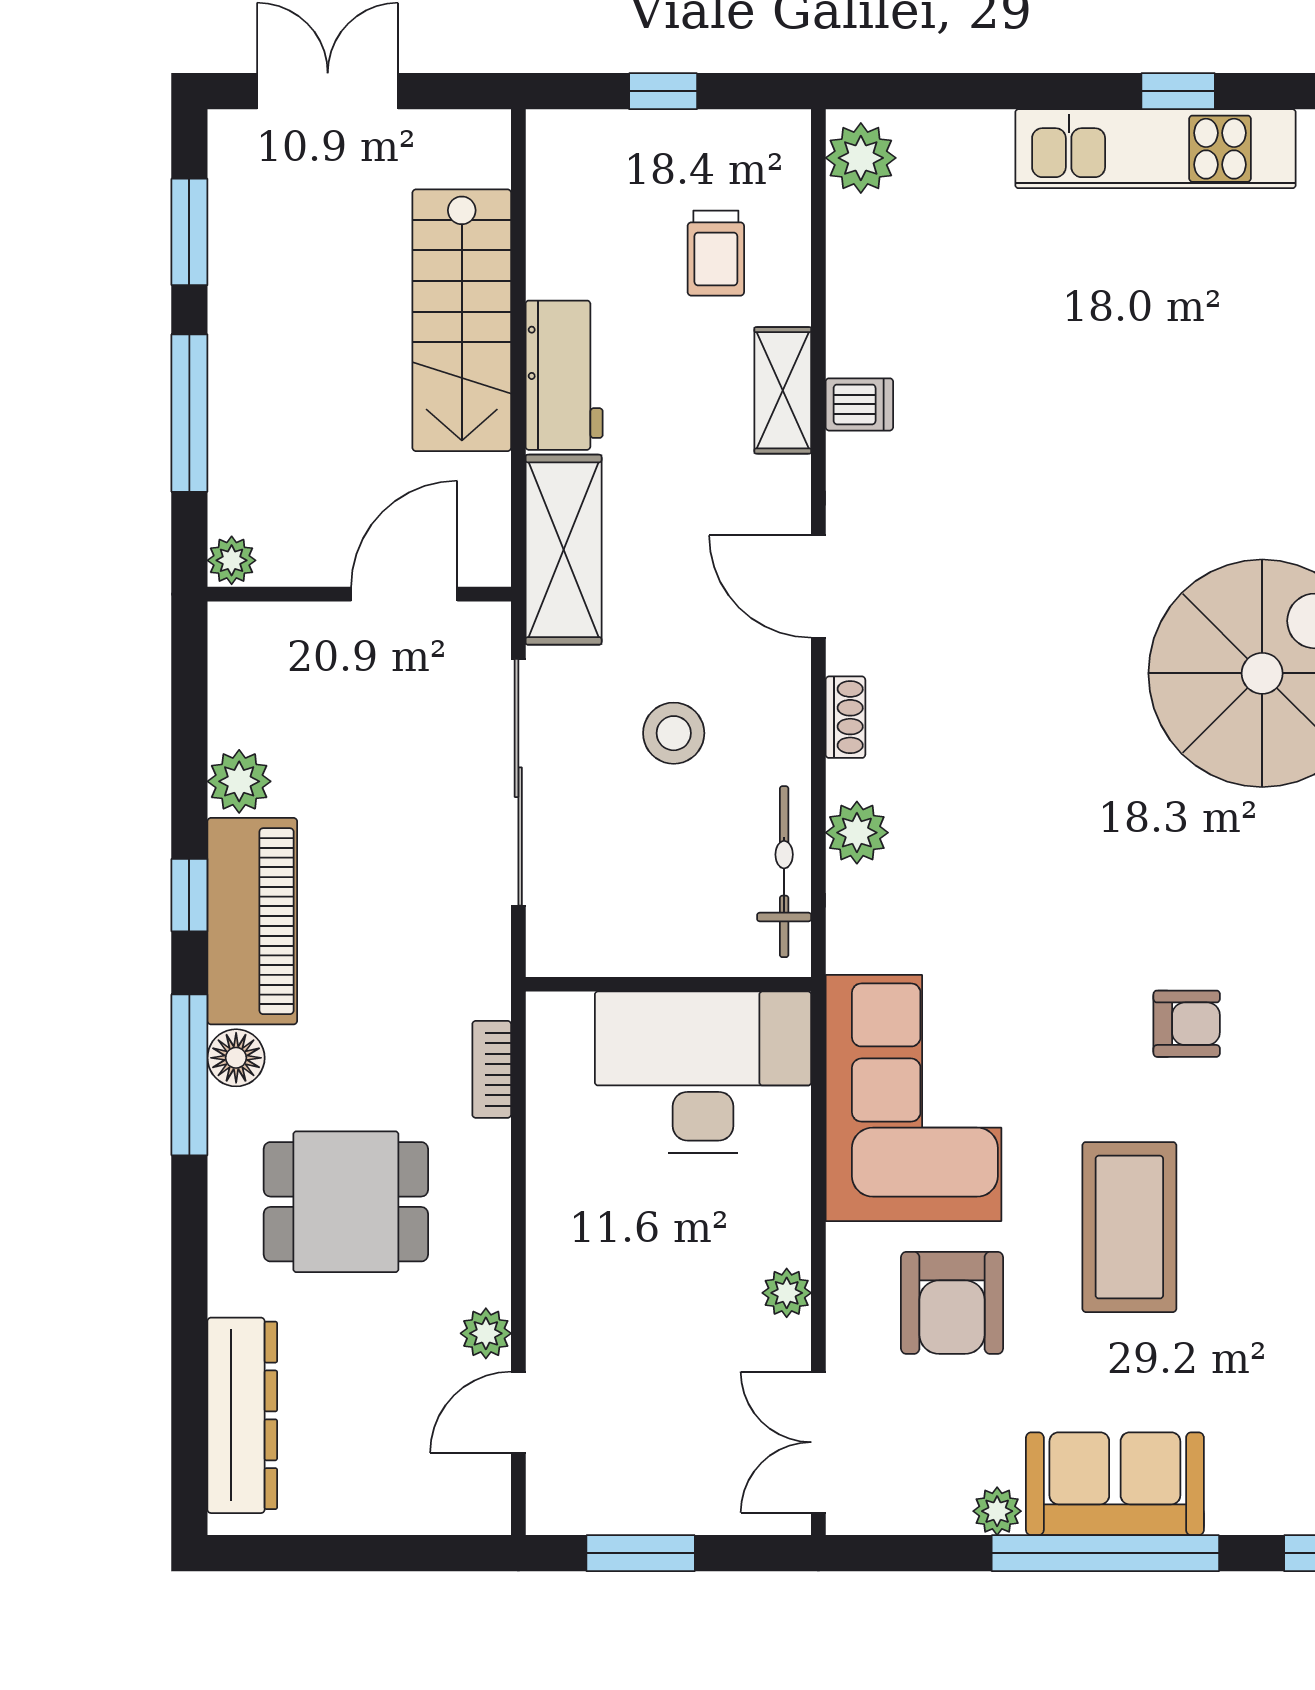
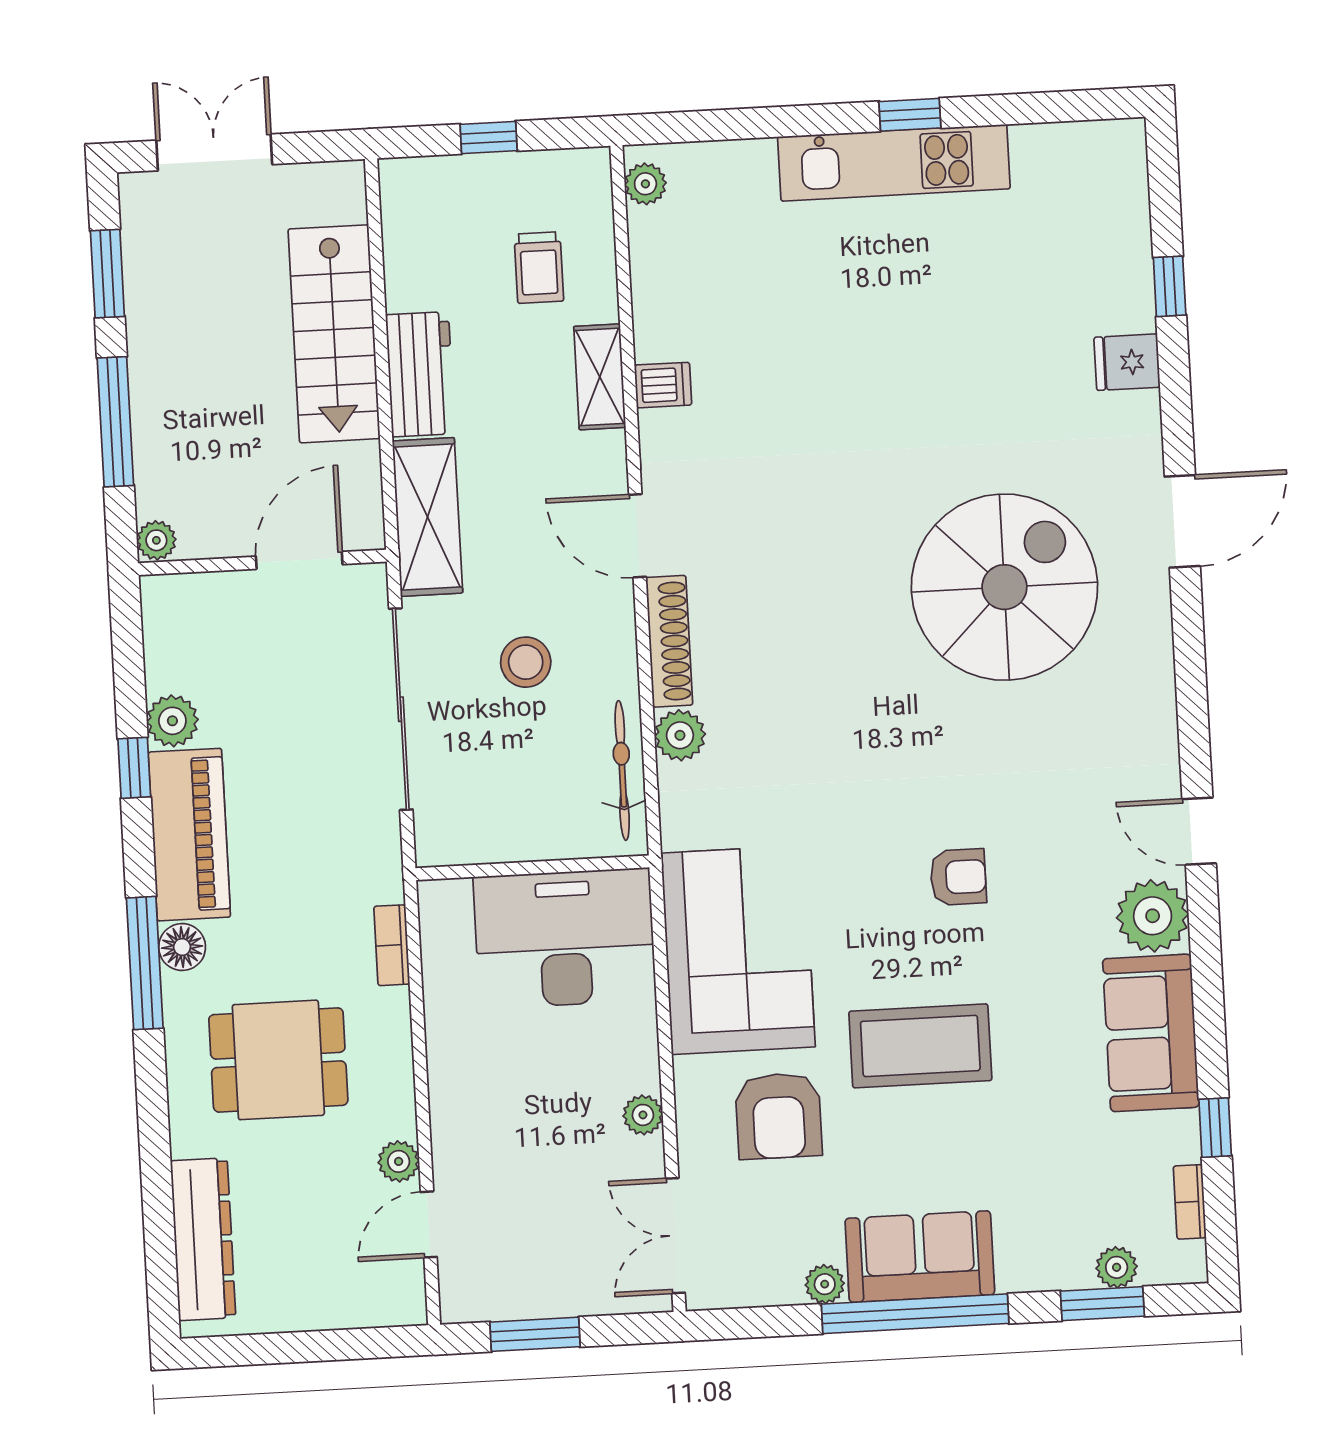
plant: (861, 158) -> (645, 184), width x0.73, depth x0.73
shoe rack: (845, 717) -> (669, 641), width x1.94, depth x1.24
window: (189, 895) -> (134, 768), moved
coffee table: (1129, 1227) -> (920, 1046), turned 90

